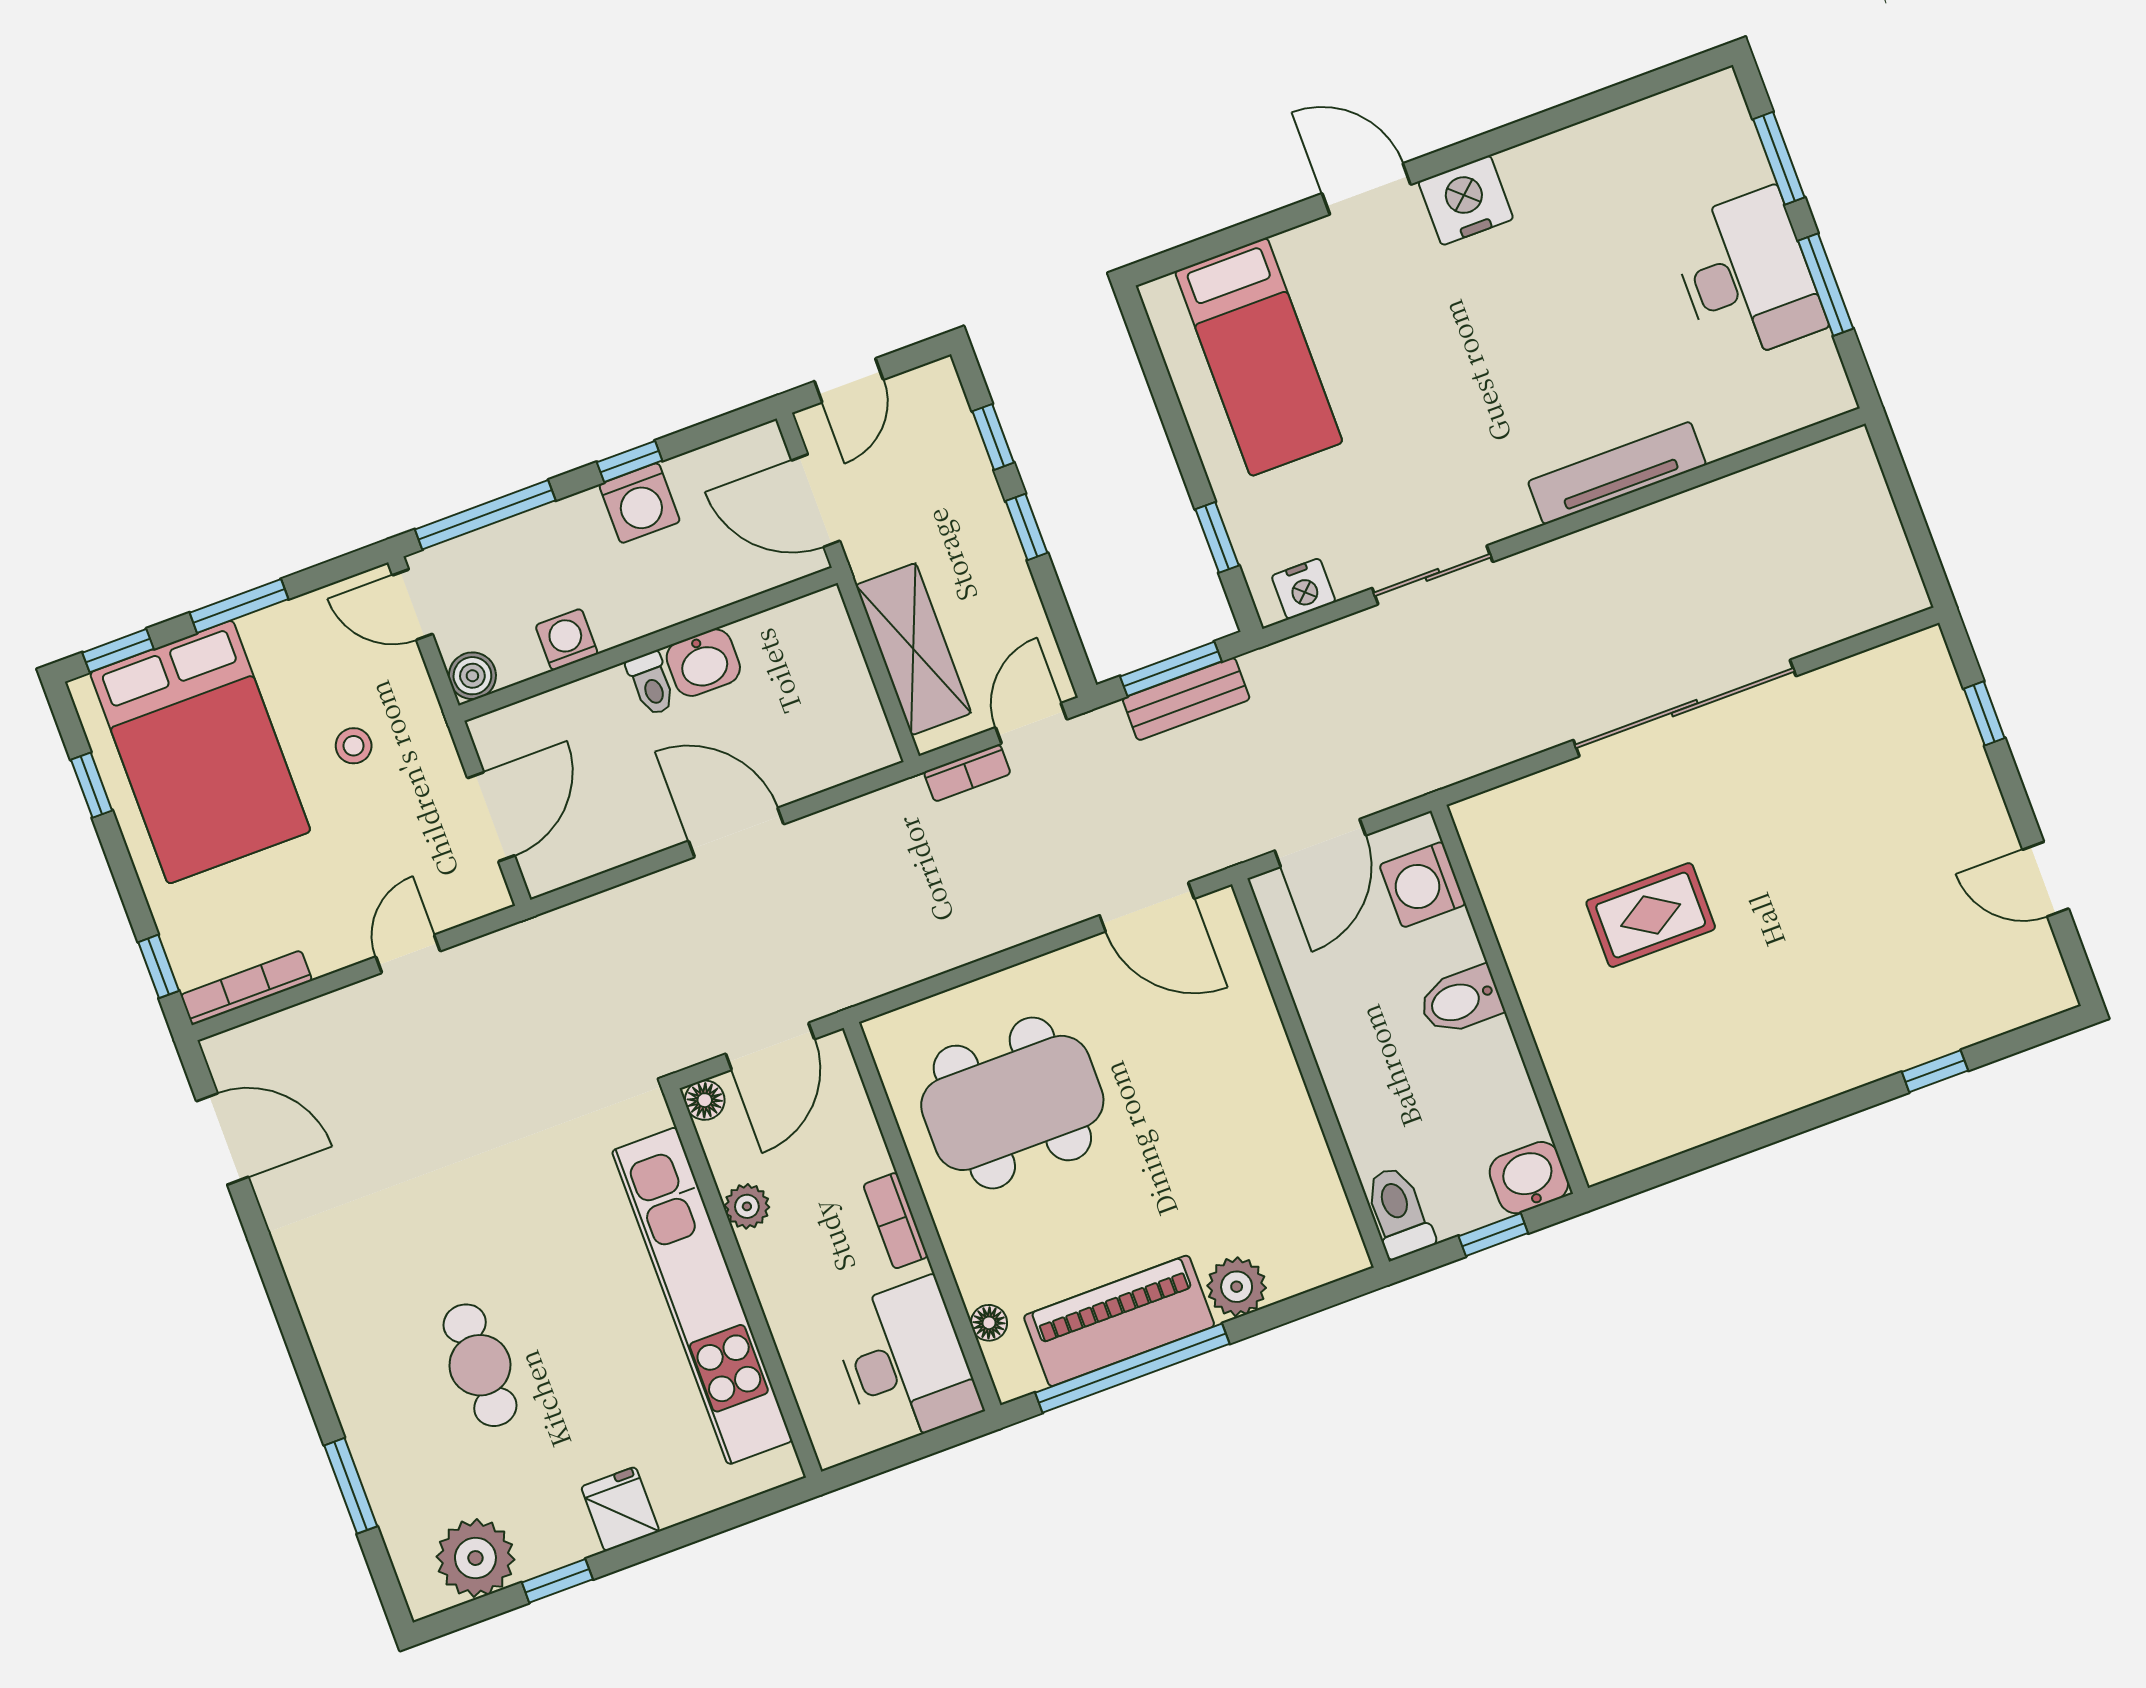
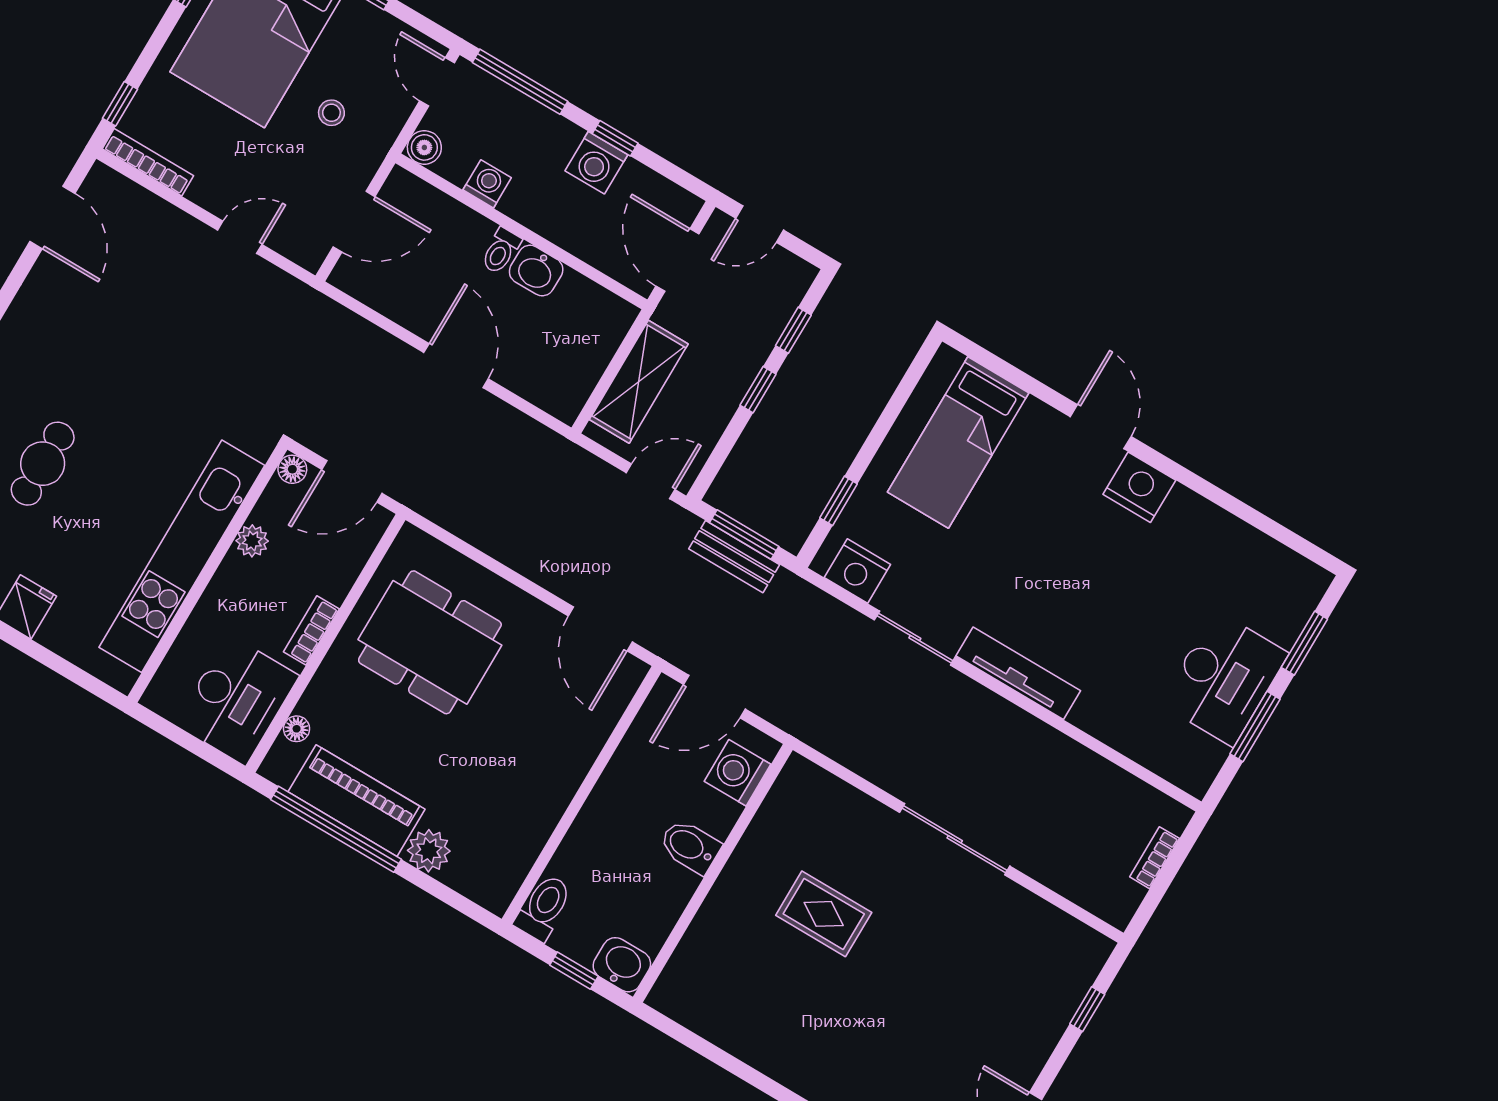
tv unit: (1617, 473) -> (1018, 673), moved
nightstand: (1304, 589) -> (857, 571), width x1.36, depth x1.33
sliding door: (1685, 708) -> (955, 839), width x0.73
bookcase: (967, 773) -> (1155, 858), moved, turned 90

